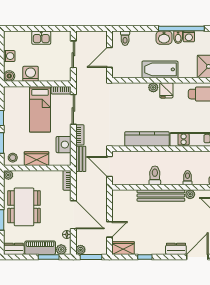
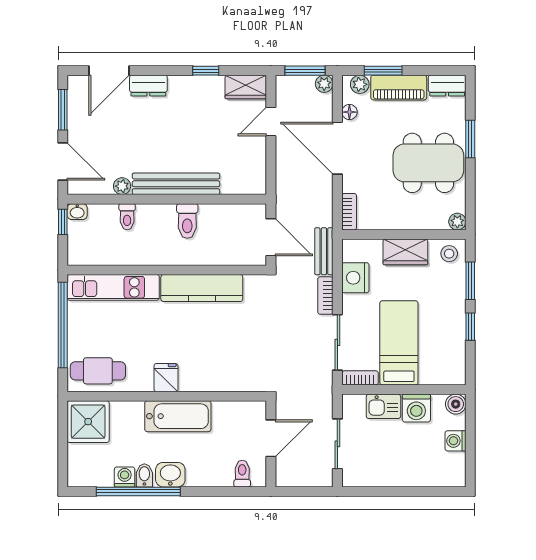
kitchen sink: (41, 38) -> (383, 406), moved, turned 180
plant: (153, 87) -> (190, 383), removed
dining table: (24, 207) -> (428, 163), turned 90

